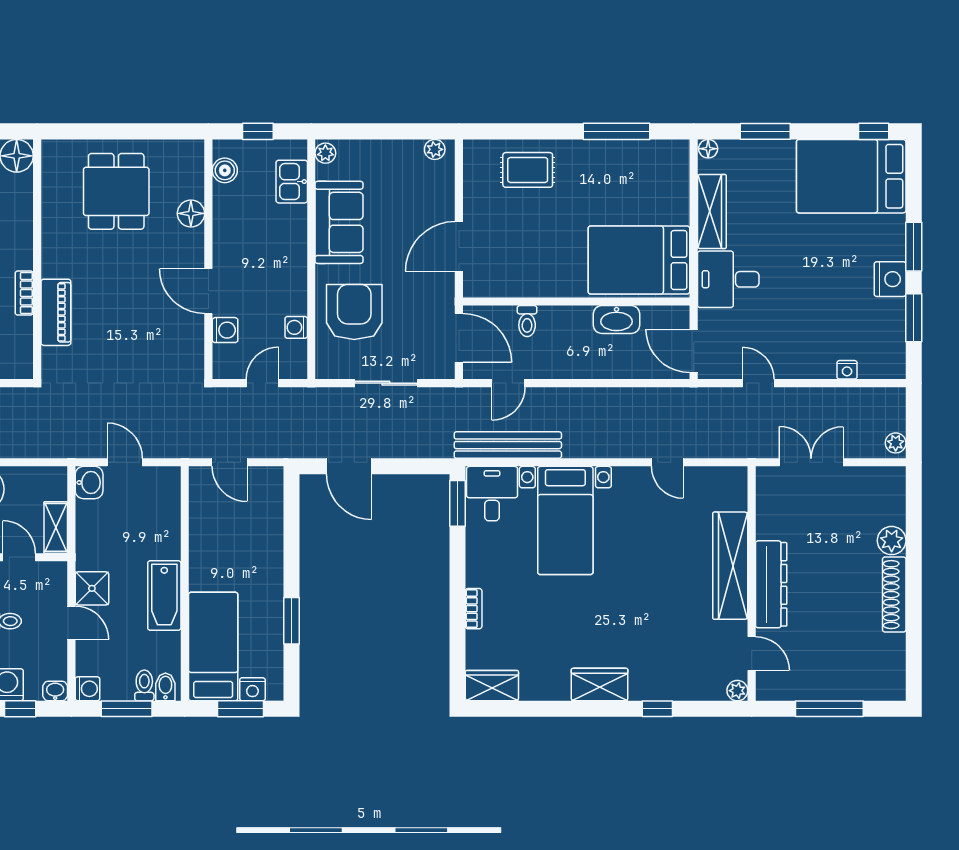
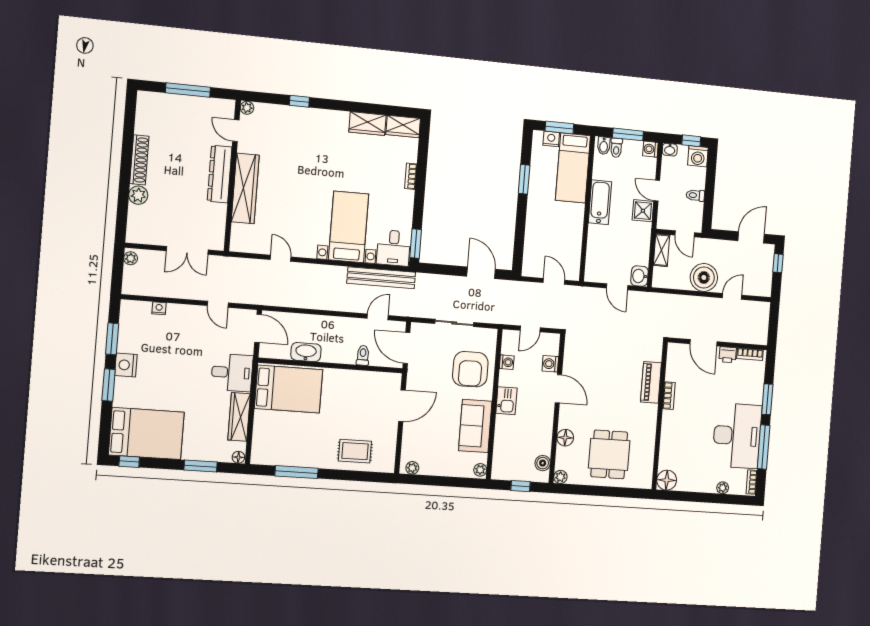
plant: (194, 150) -> (560, 477), added
kitchen sink: (292, 182) -> (506, 401), moved
wardrobe: (600, 685) -> (367, 124), moved

